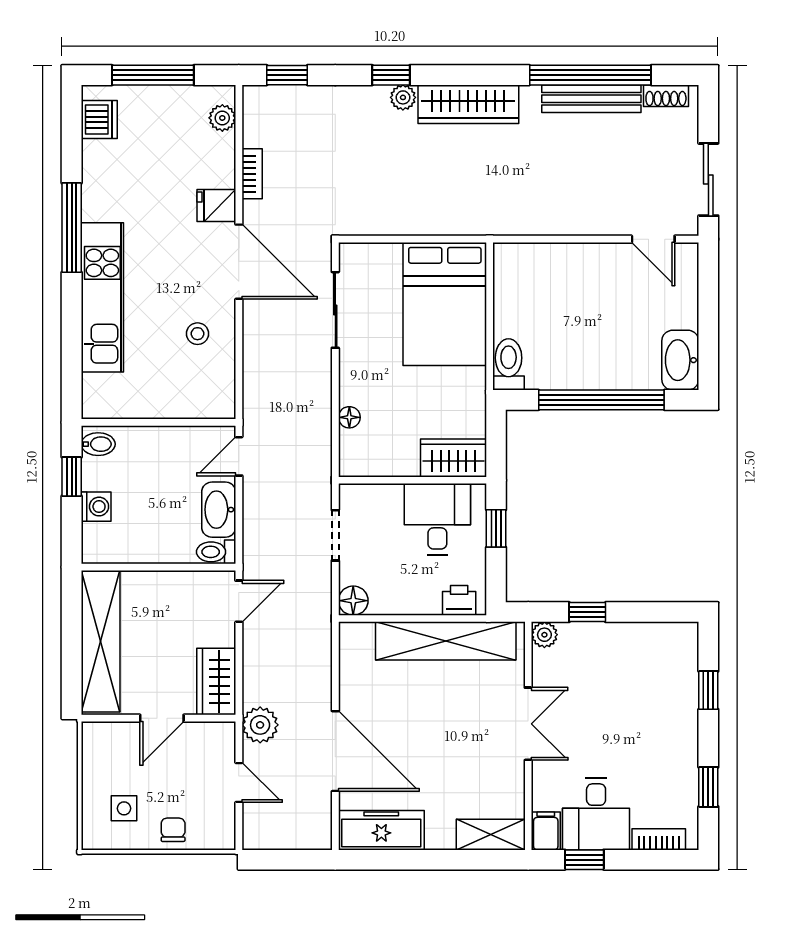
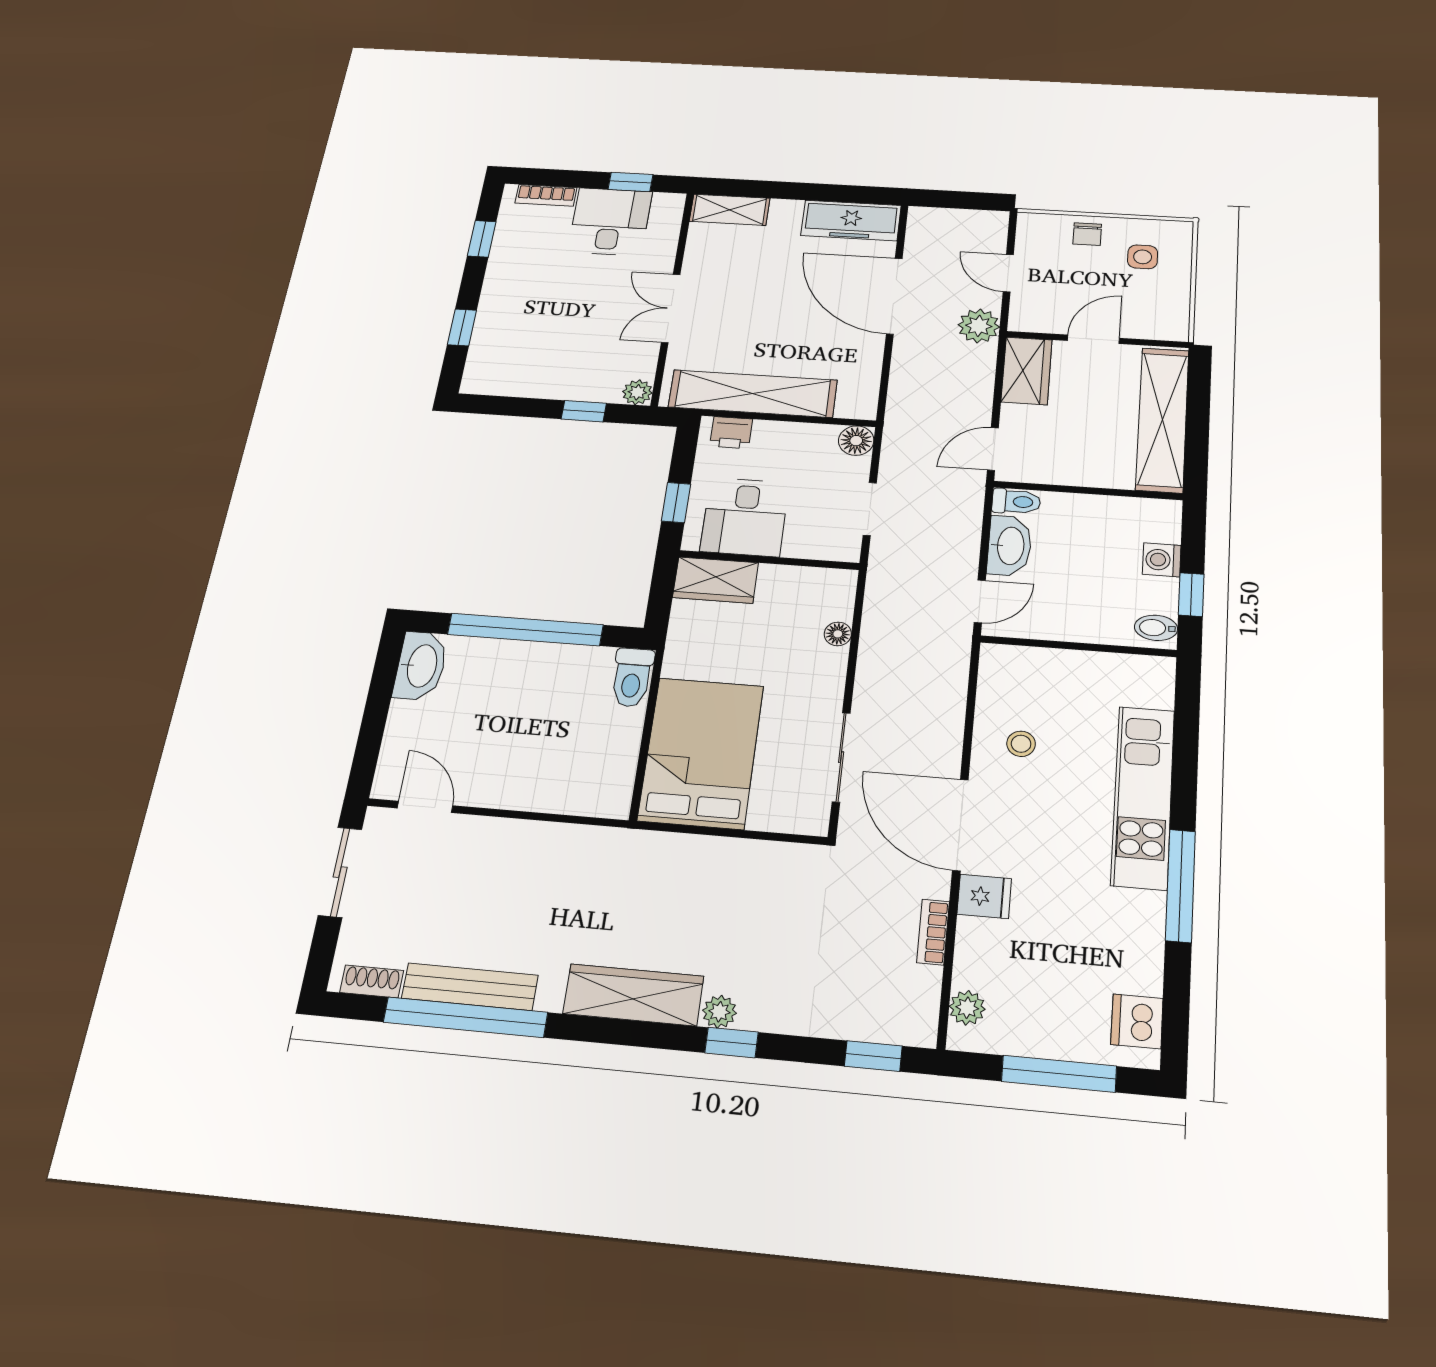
filing cabinet: (546, 831) -> (668, 210), removed

